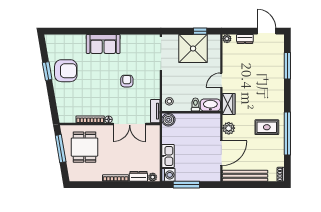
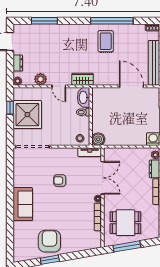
plant: (229, 128) -> (40, 79), moved
kitchen sink: (168, 156) -> (134, 140), removed

